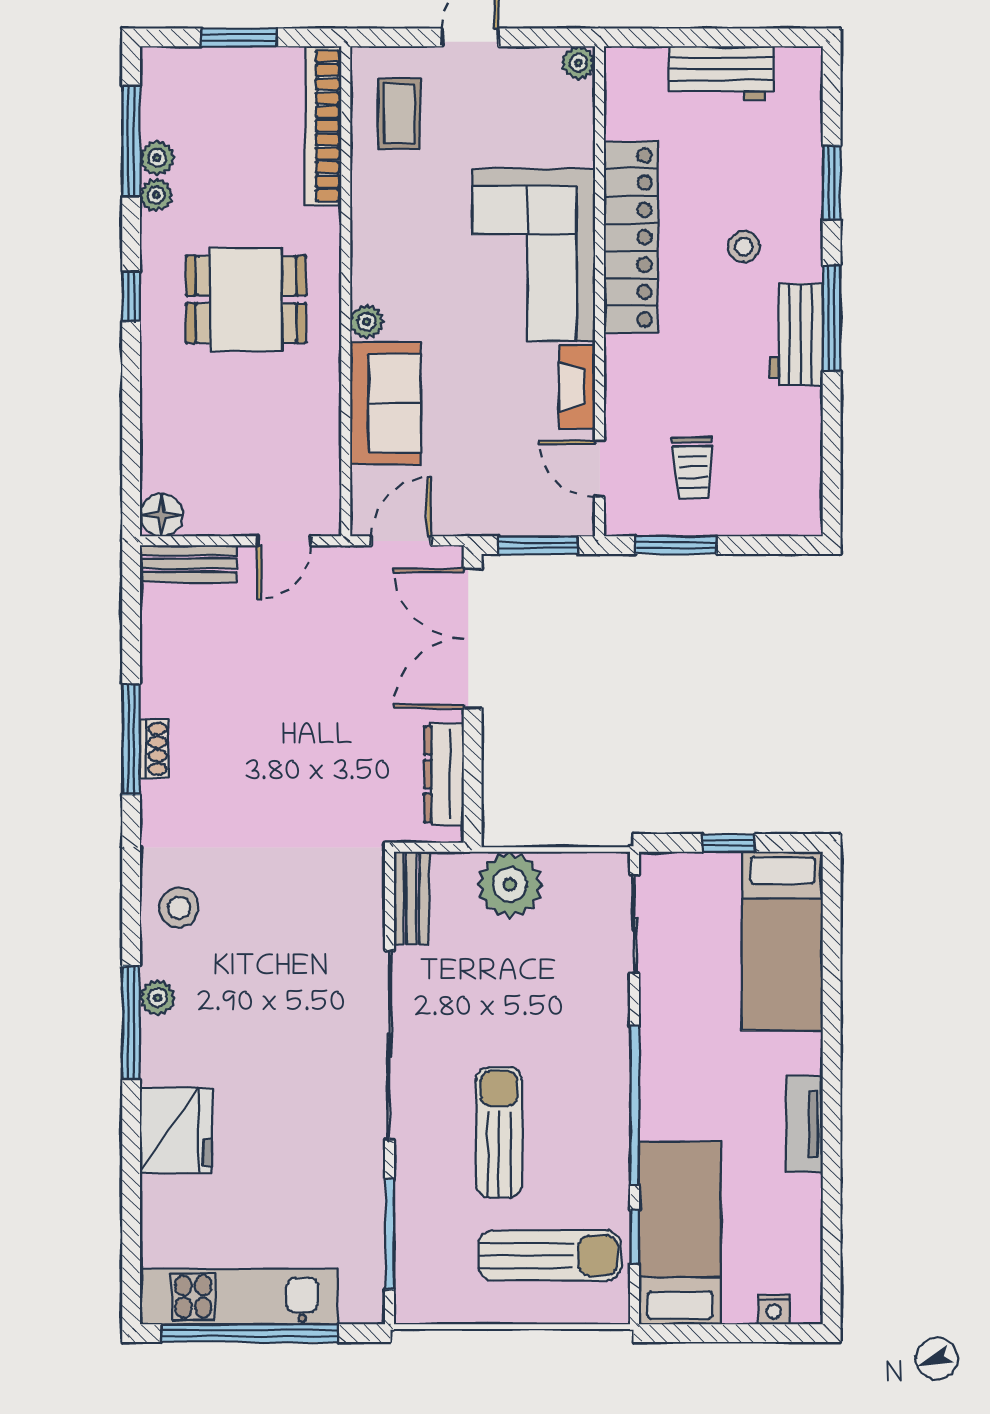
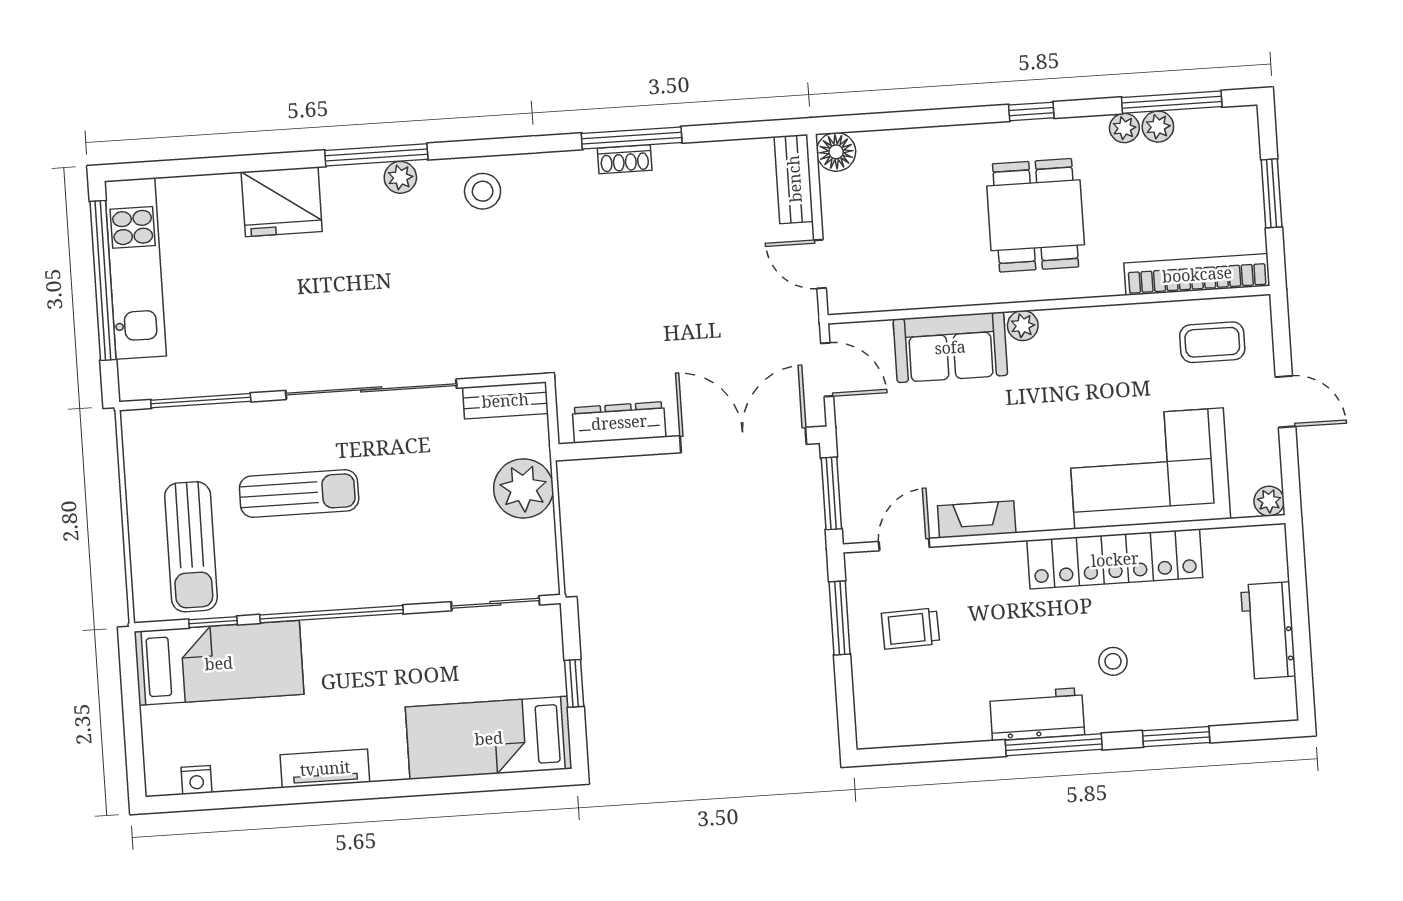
corner sofa: (534, 255) -> (1149, 468), moved
nightstand: (774, 1309) -> (196, 780), moved, turned -90

